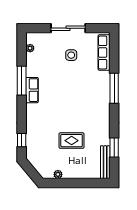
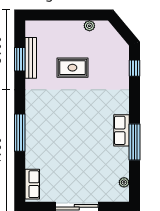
row of seats: (104, 52) -> (32, 184), width x0.68
side table: (71, 55) -> (73, 174), removed
bench: (105, 162) -> (31, 58), moved

